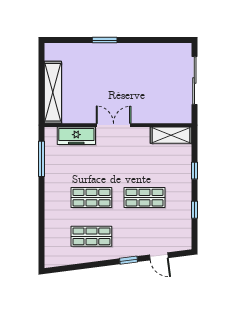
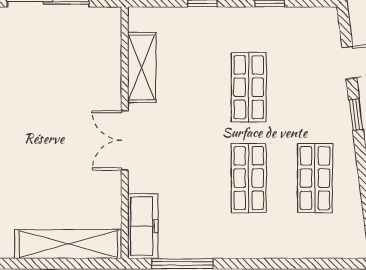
shelving: (171, 135) -> (142, 68), moved
freezer: (76, 136) -> (143, 226), moved

